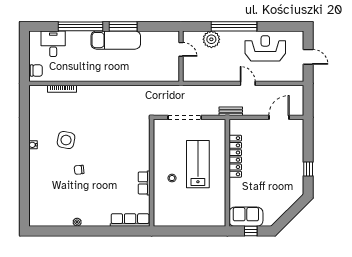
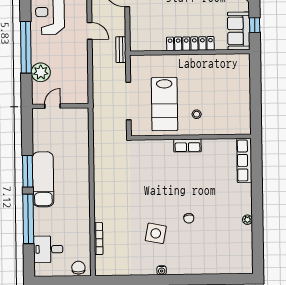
door: (248, 83) -> (90, 31), swing flipped
locker: (235, 156) -> (190, 44), moved
lab bench: (198, 164) -> (165, 104), moved, turned -90
row of seats: (144, 183) -> (187, 146), moved

